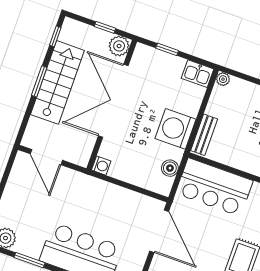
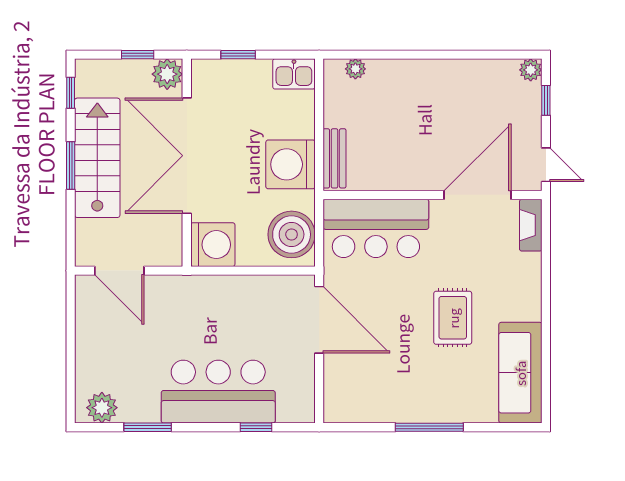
plant: (223, 79) -> (355, 69), moved
washing machine: (101, 166) -> (213, 245), width x1.89, depth x1.89
boiler: (170, 168) -> (292, 234), width x1.86, depth x1.86

